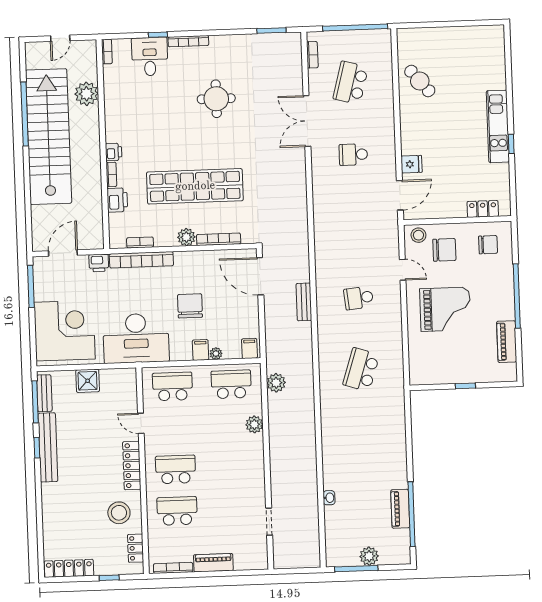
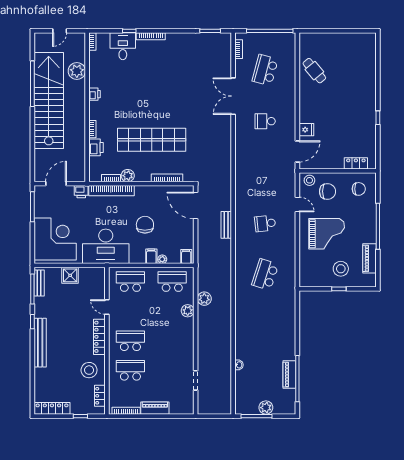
round table: (216, 99) -> (169, 78), removed
kitchen unit: (498, 126) -> (369, 105), removed
printer: (113, 152) -> (95, 94), moved
plant: (186, 237) -> (128, 176), moved
stool: (467, 358) -> (341, 269), added
plant: (276, 383) -> (204, 299), moved
bench: (48, 447) -> (40, 343), moved

